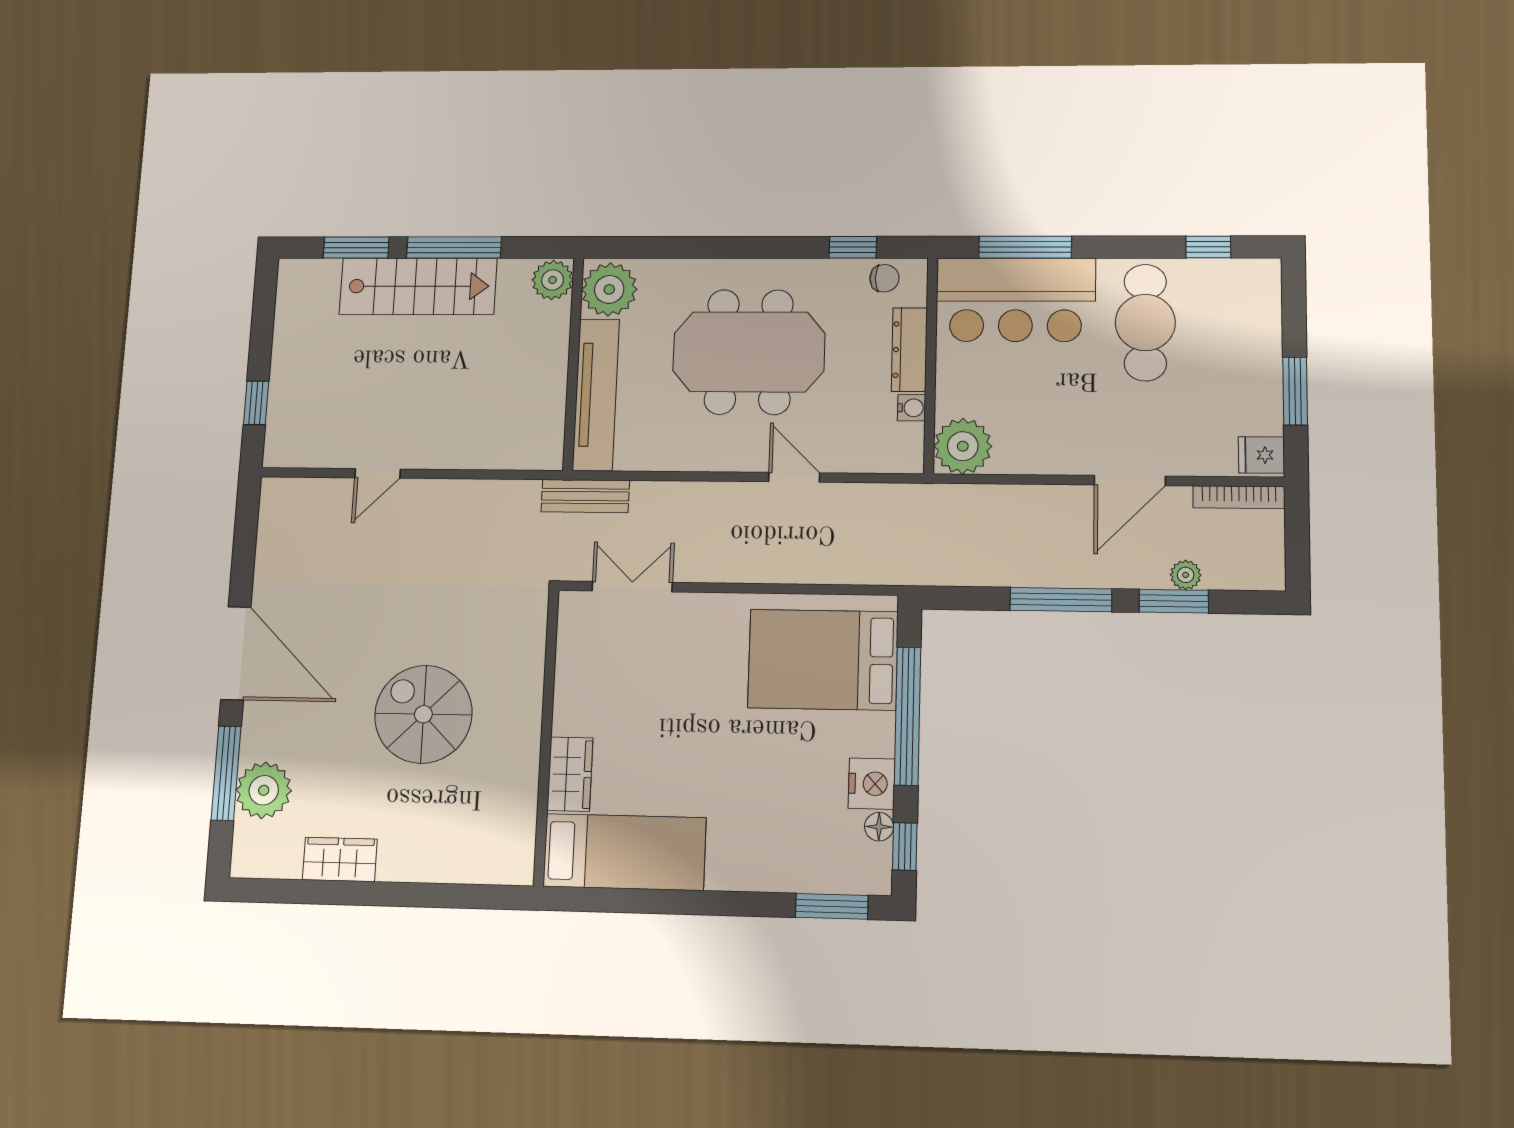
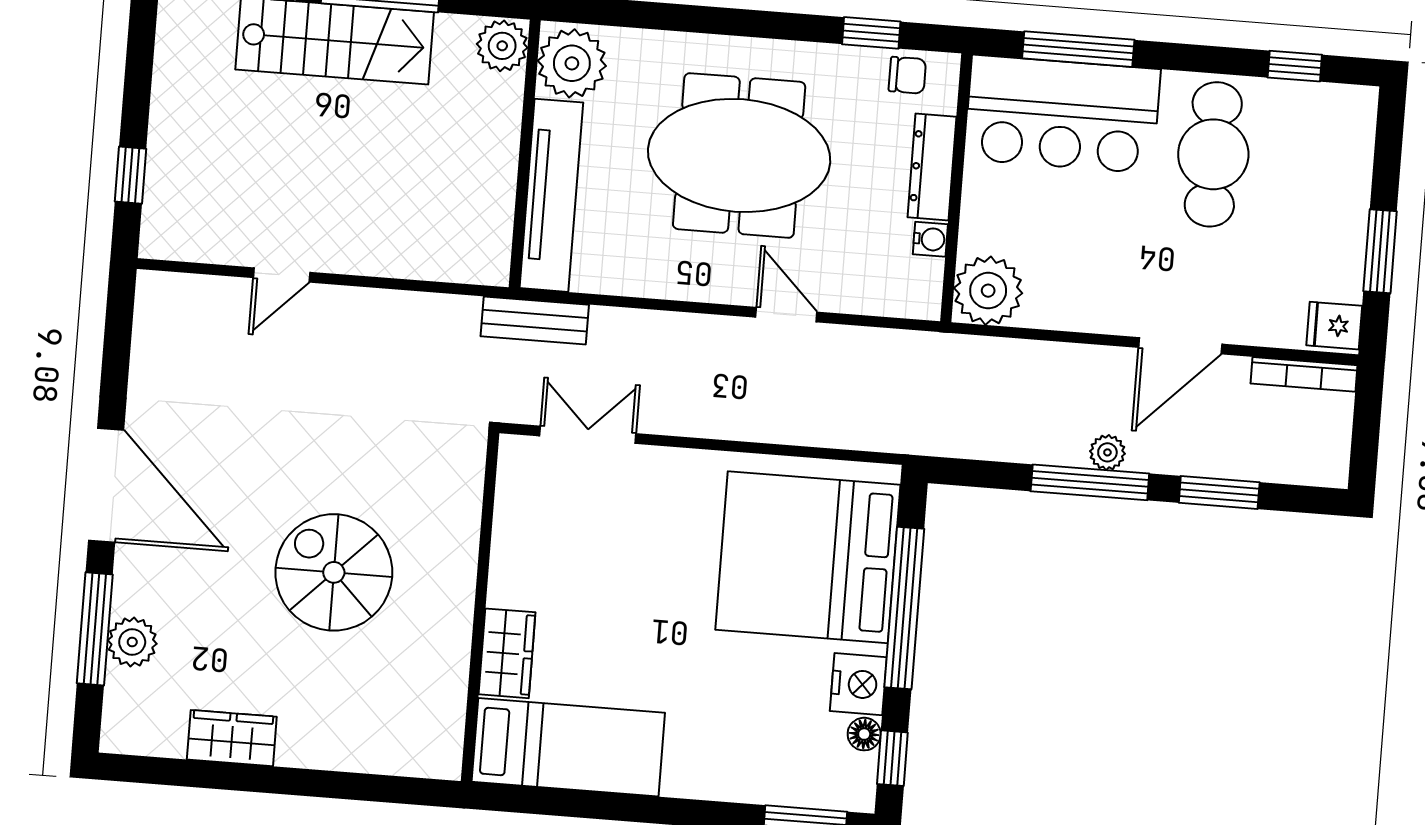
plant: (1186, 575) -> (1107, 452), moved
bed: (823, 660) -> (808, 557), width x1.36
plant: (264, 790) -> (132, 642), width x0.73, depth x0.73

